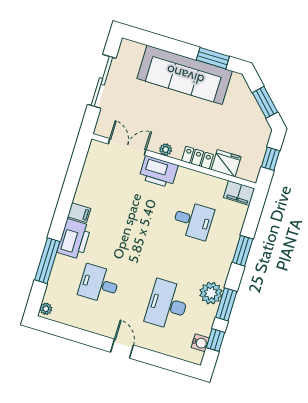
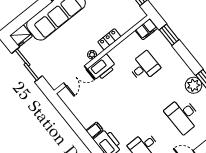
double door: (127, 147) -> (75, 76), swing flipped
fridge: (226, 163) -> (21, 36), moved, turned 180
window: (243, 251) -> (169, 35), moved

